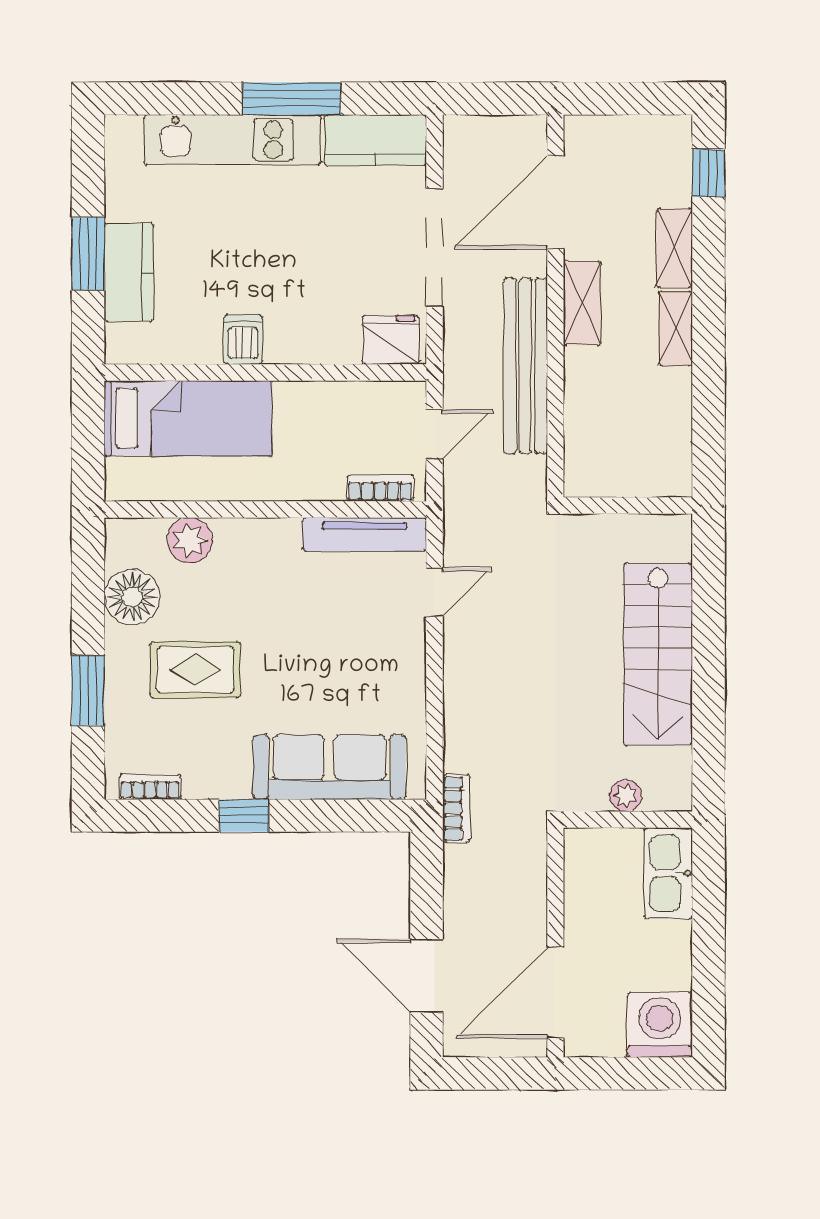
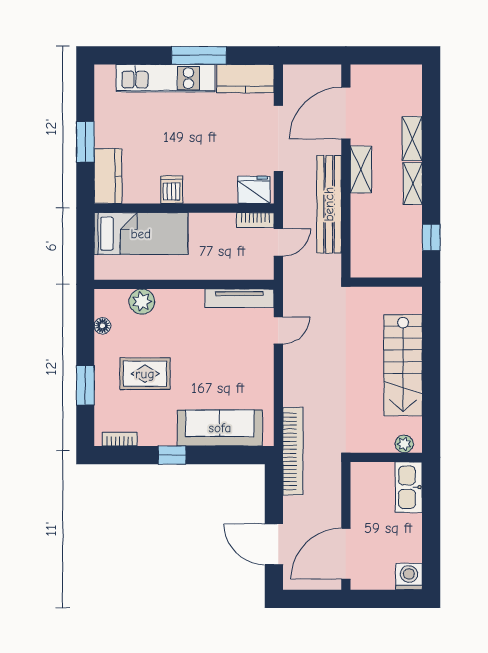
window: (708, 173) -> (431, 237), moved
kitchen counter: (129, 272) -> (108, 176), moved
bookcase: (380, 488) -> (255, 220), moved, turned 180
floor lamp: (132, 597) -> (102, 326), width x0.53, depth x0.53
plant: (626, 796) -> (404, 444), moved
bookcase: (456, 809) -> (293, 451), width x2.31, depth x1.31
washing machine: (660, 1025) -> (409, 577), width x0.73, depth x0.73

